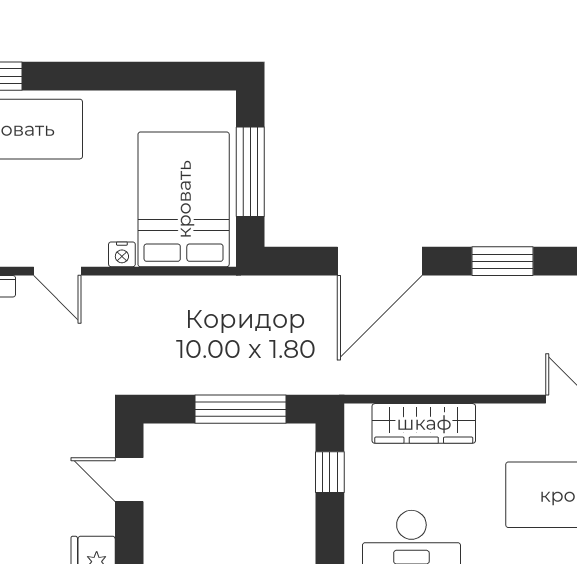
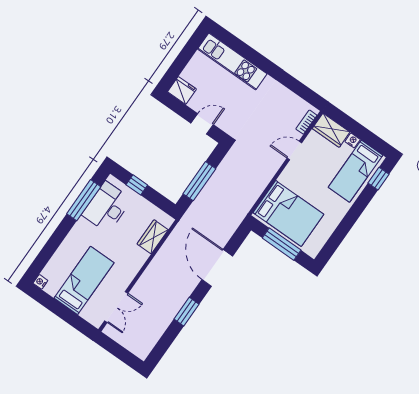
nightstand: (122, 254) -> (284, 178), removed
wardrobe: (424, 423) -> (153, 237), width x0.67
window: (330, 472) -> (137, 185), moved

